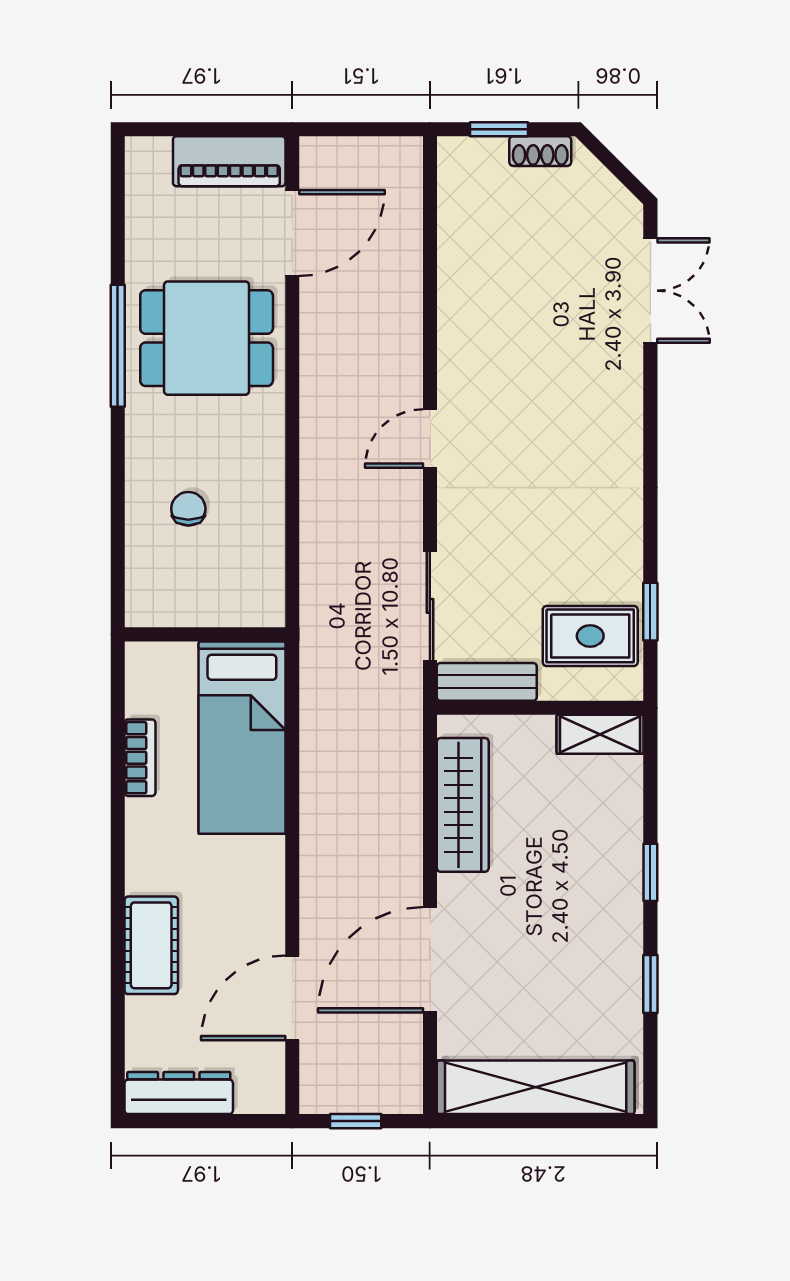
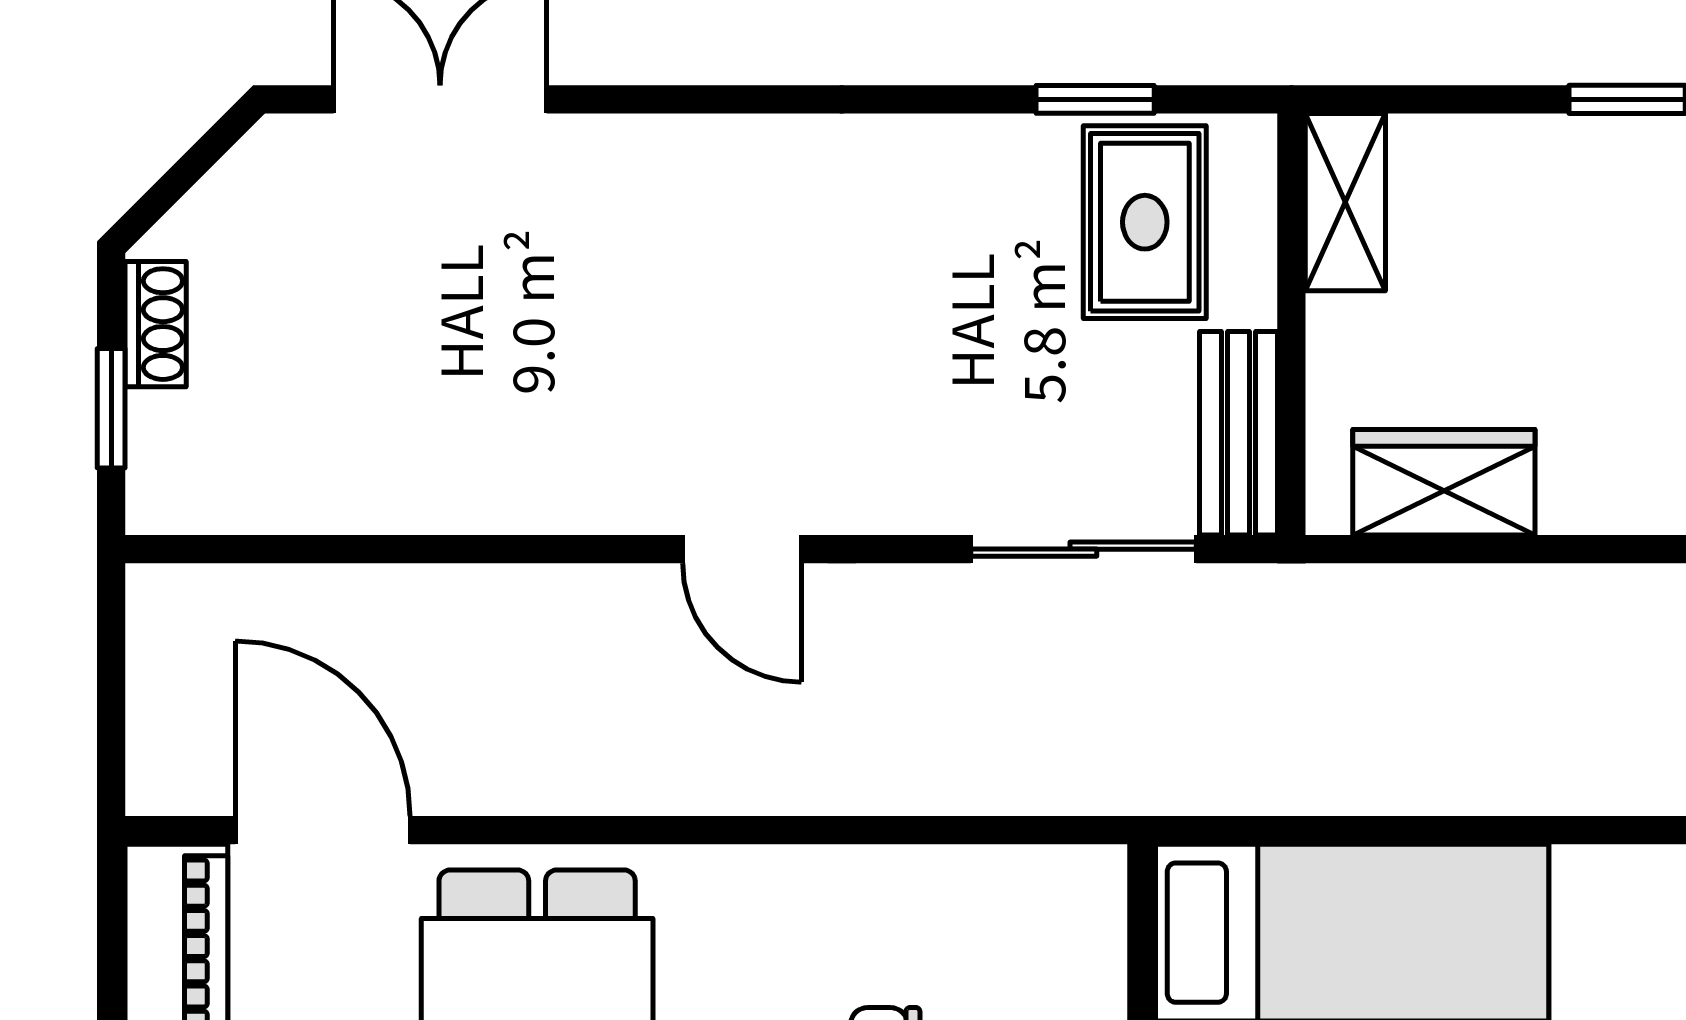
wardrobe: (463, 805) -> (1444, 482), width x0.67

